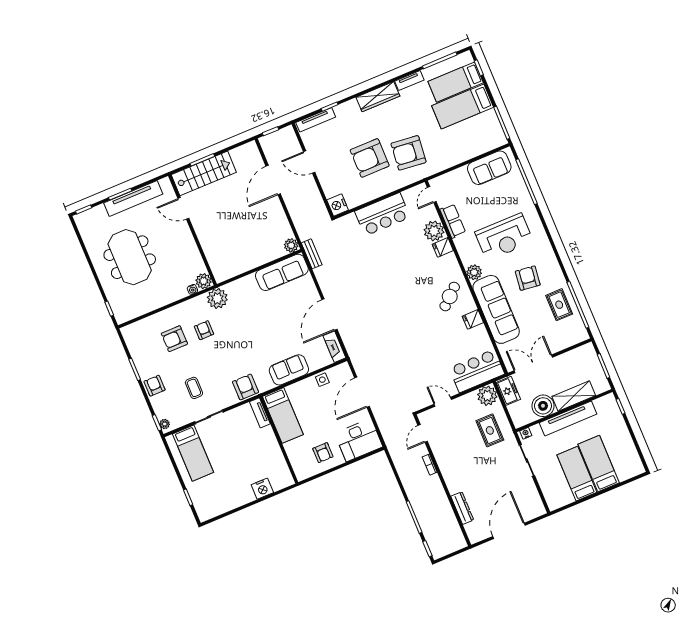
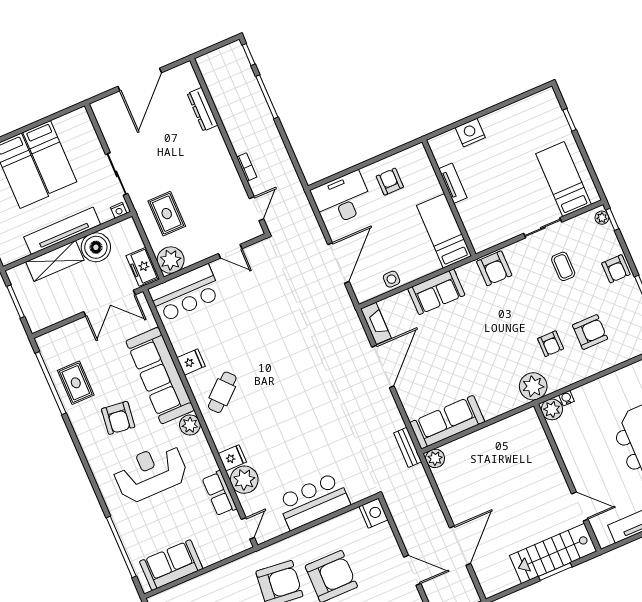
tv unit: (260, 413) -> (453, 183), moved

